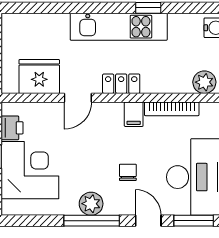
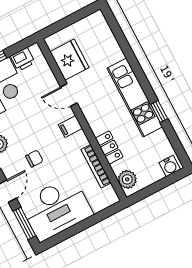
locker: (121, 84) -> (109, 147), moved
filing cabinet: (134, 114) -> (70, 126), moved

